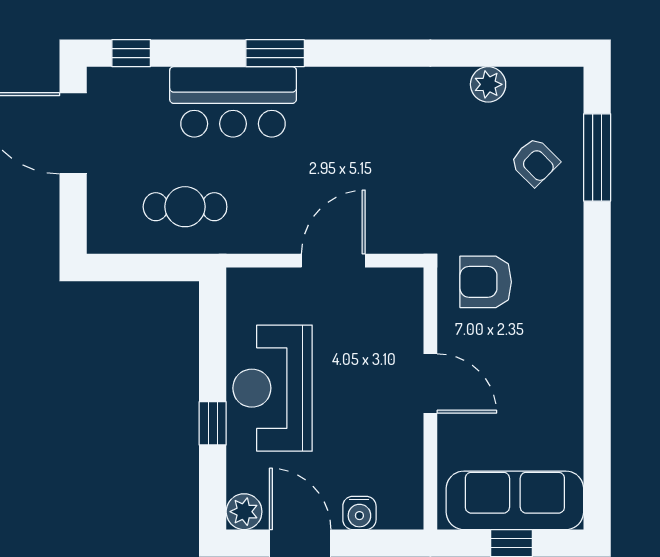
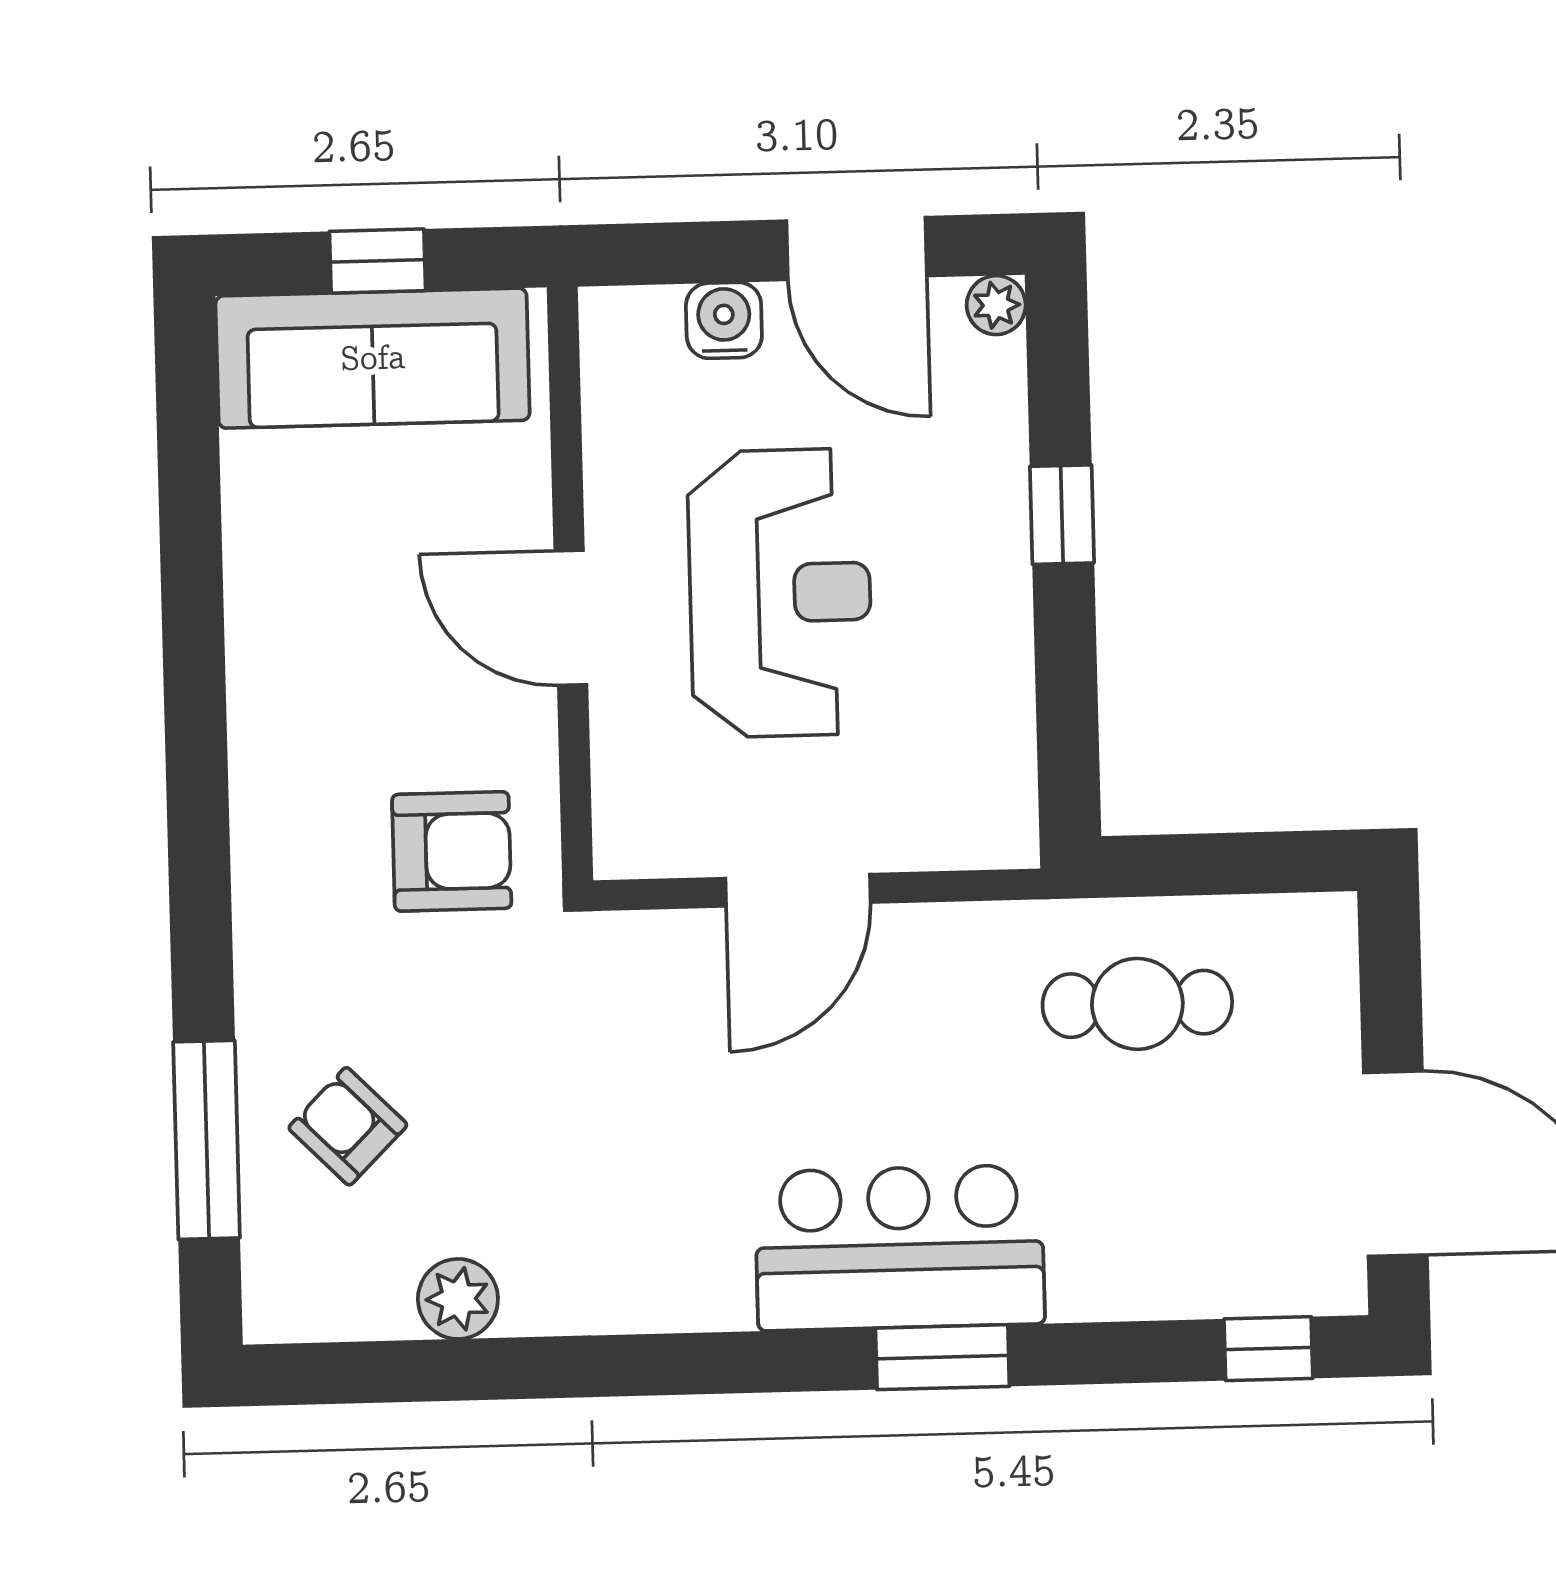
bar counter: (233, 102) -> (900, 1248), moved
reception desk: (273, 388) -> (780, 593), moved
plant: (244, 512) -> (996, 305), width x0.73, depth x0.73

